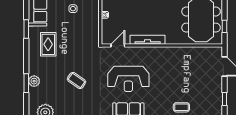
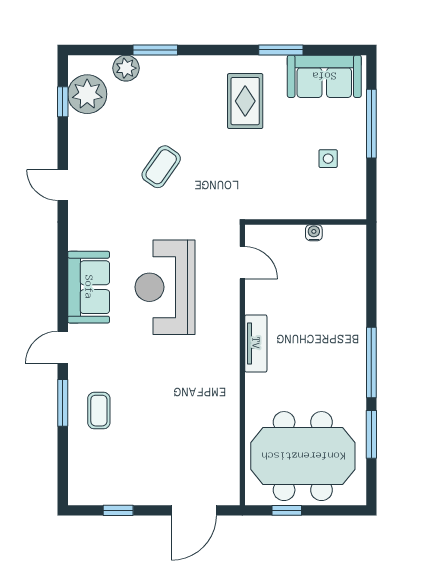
tv unit: (148, 40) -> (256, 343), width x0.71
rug: (48, 44) -> (245, 101), turned 90
plant: (34, 81) -> (126, 68), moved

